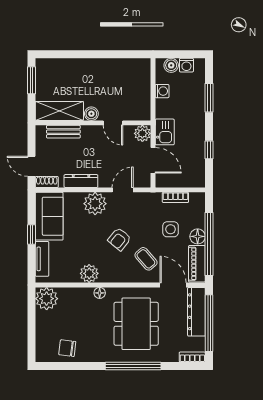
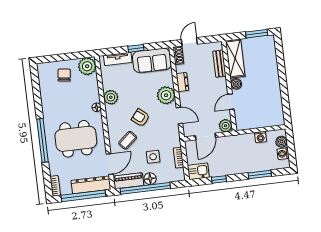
kitchen sink: (165, 132) -> (198, 171), moved, turned 180
dresser: (81, 181) -> (182, 82), width x0.70
chair: (67, 348) -> (64, 75), moved

